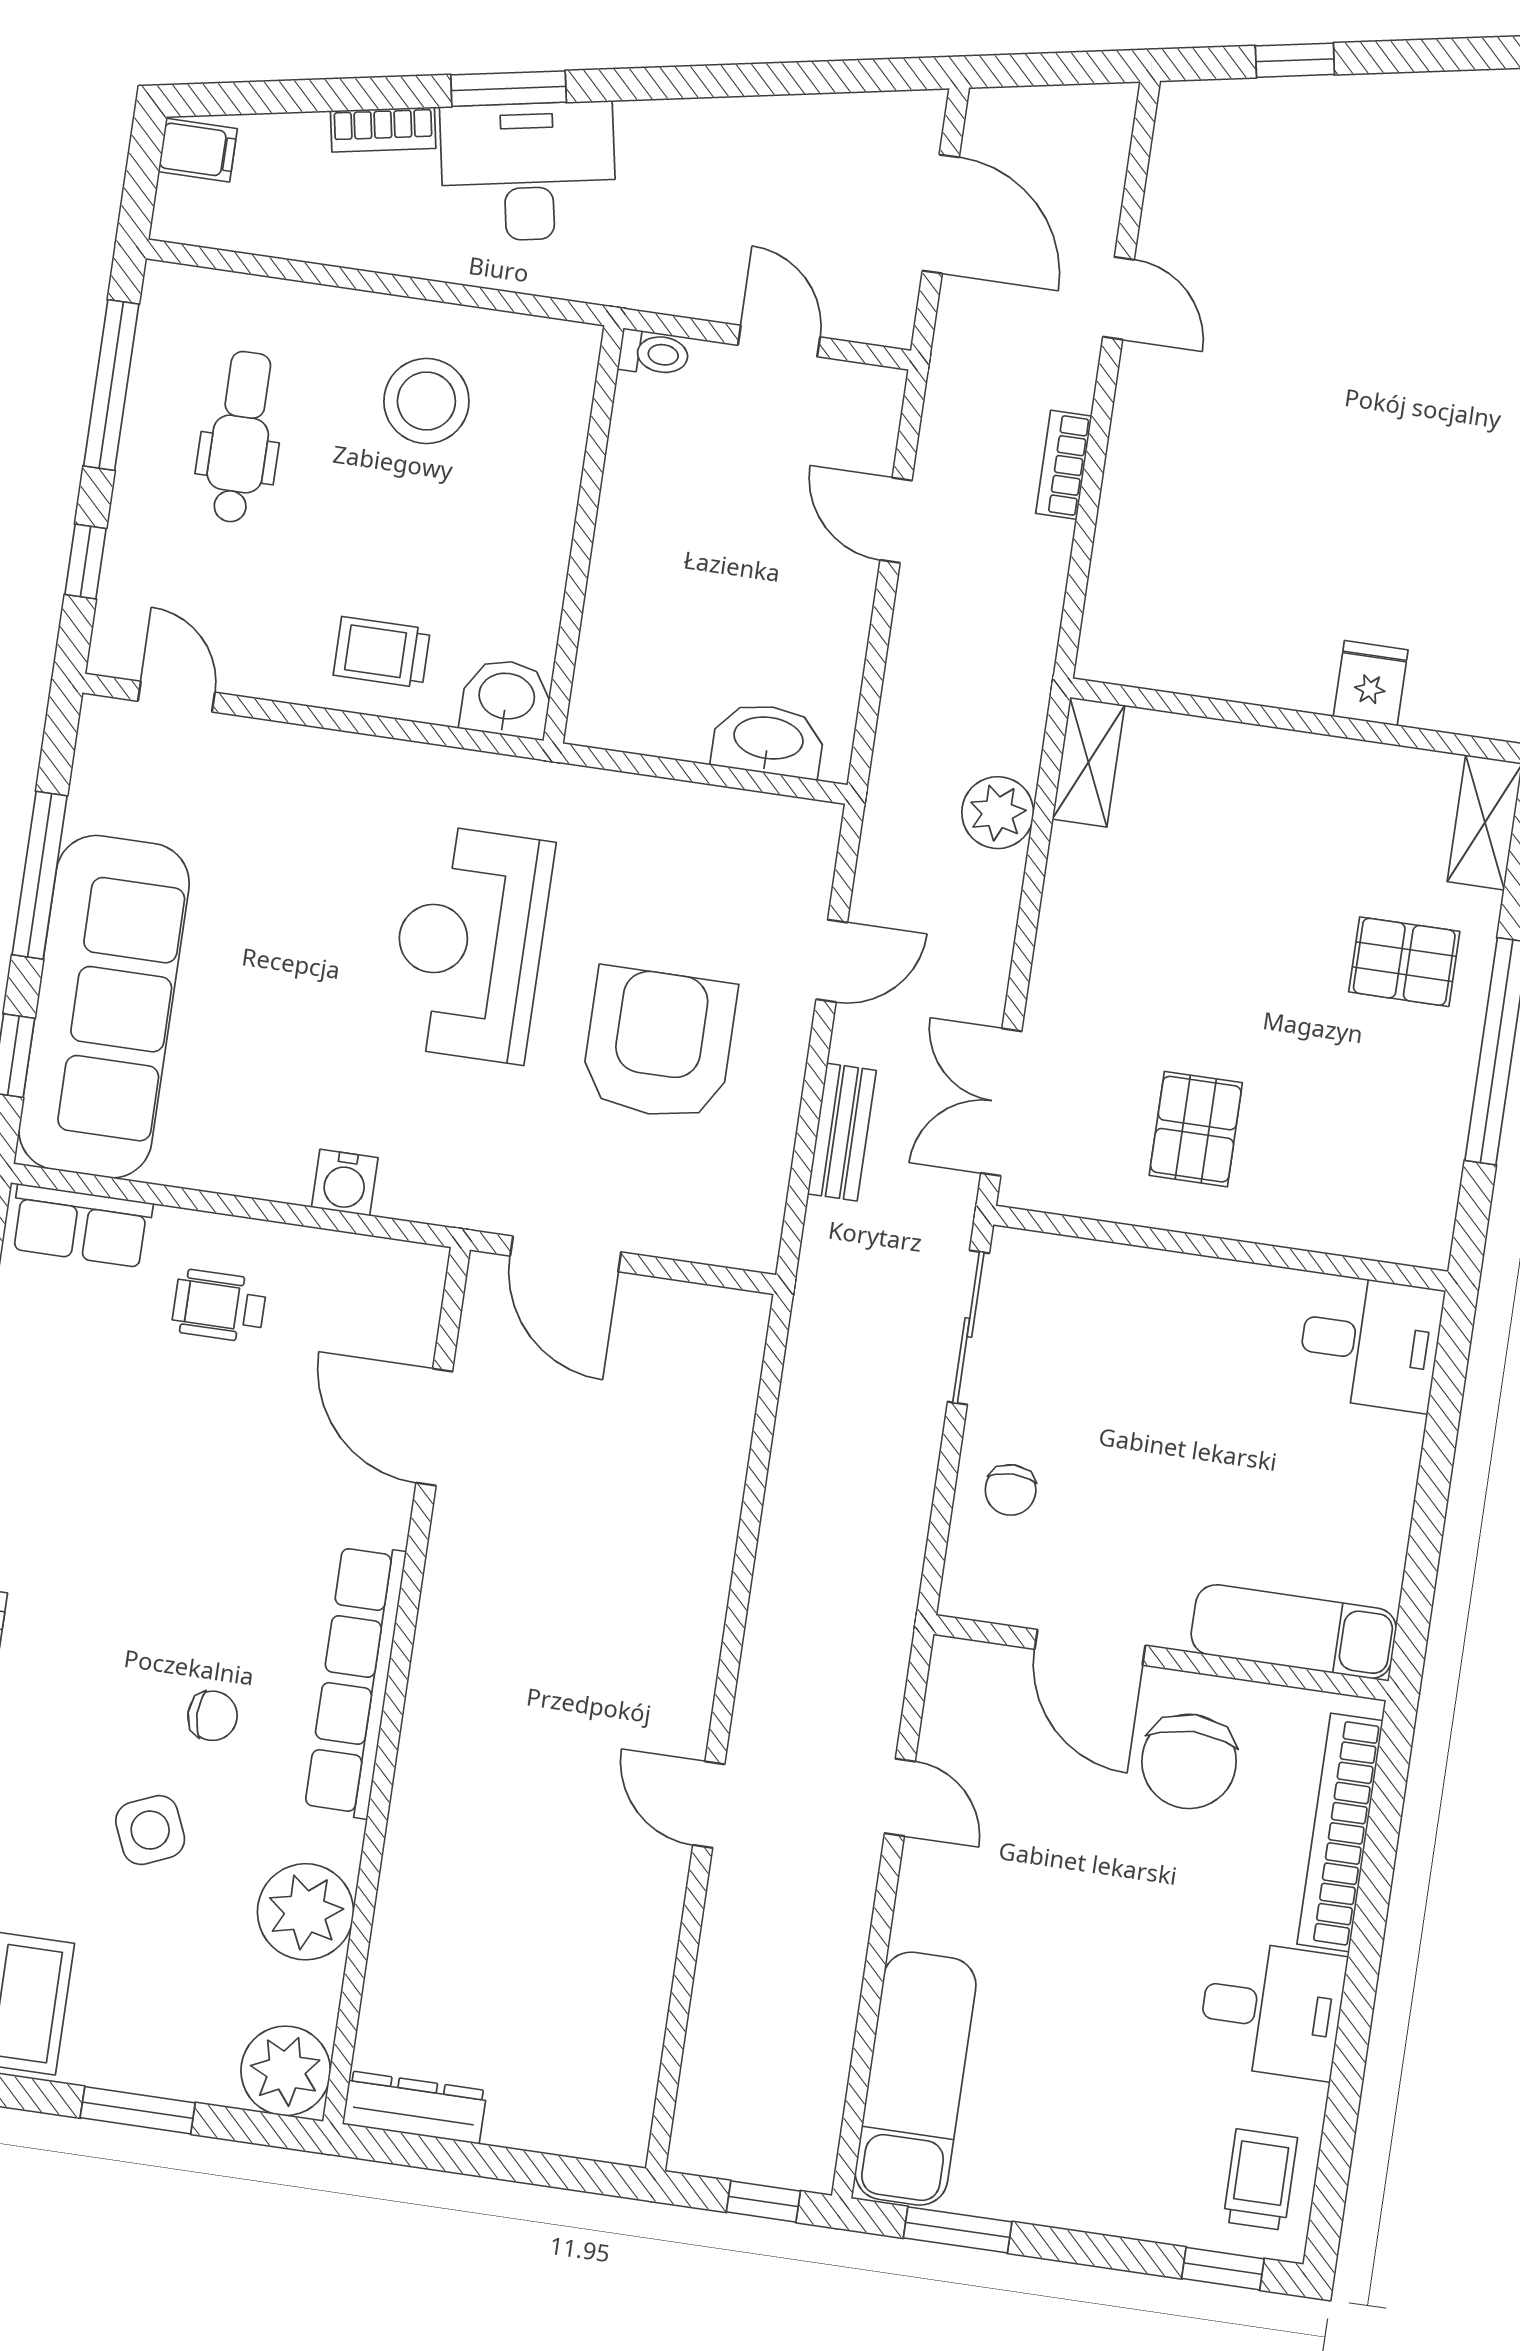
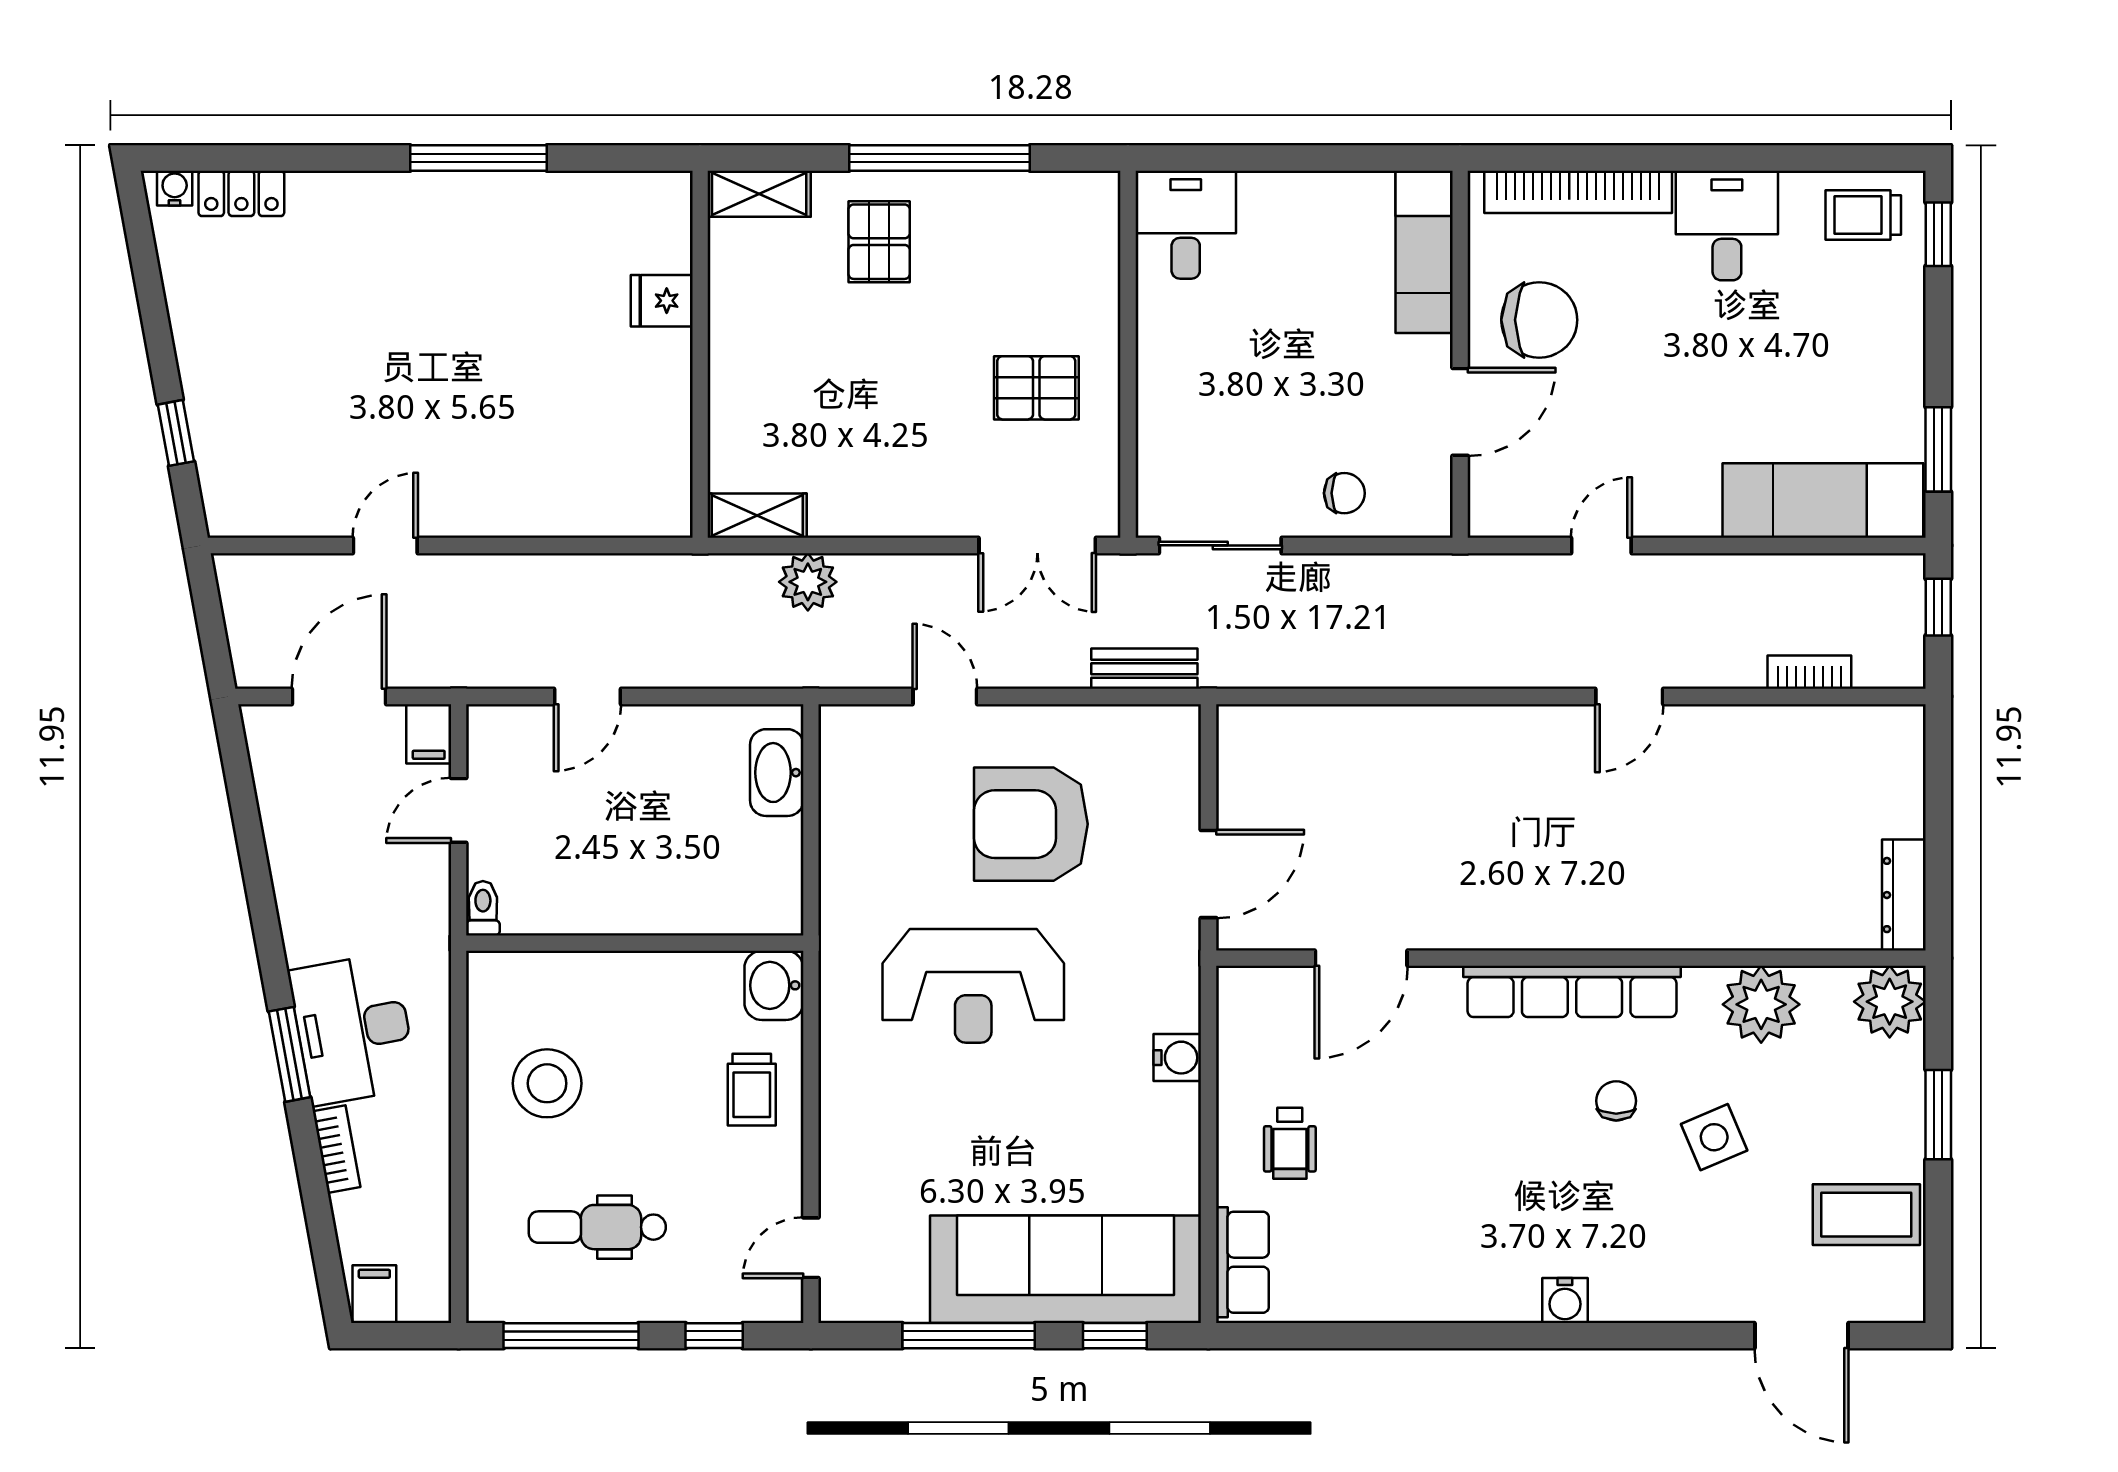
filing cabinet: (879, 318) -> (429, 734), added
bookcase: (1064, 465) -> (1809, 672), moved, turned 180
bench: (842, 1132) -> (1144, 669), moved

